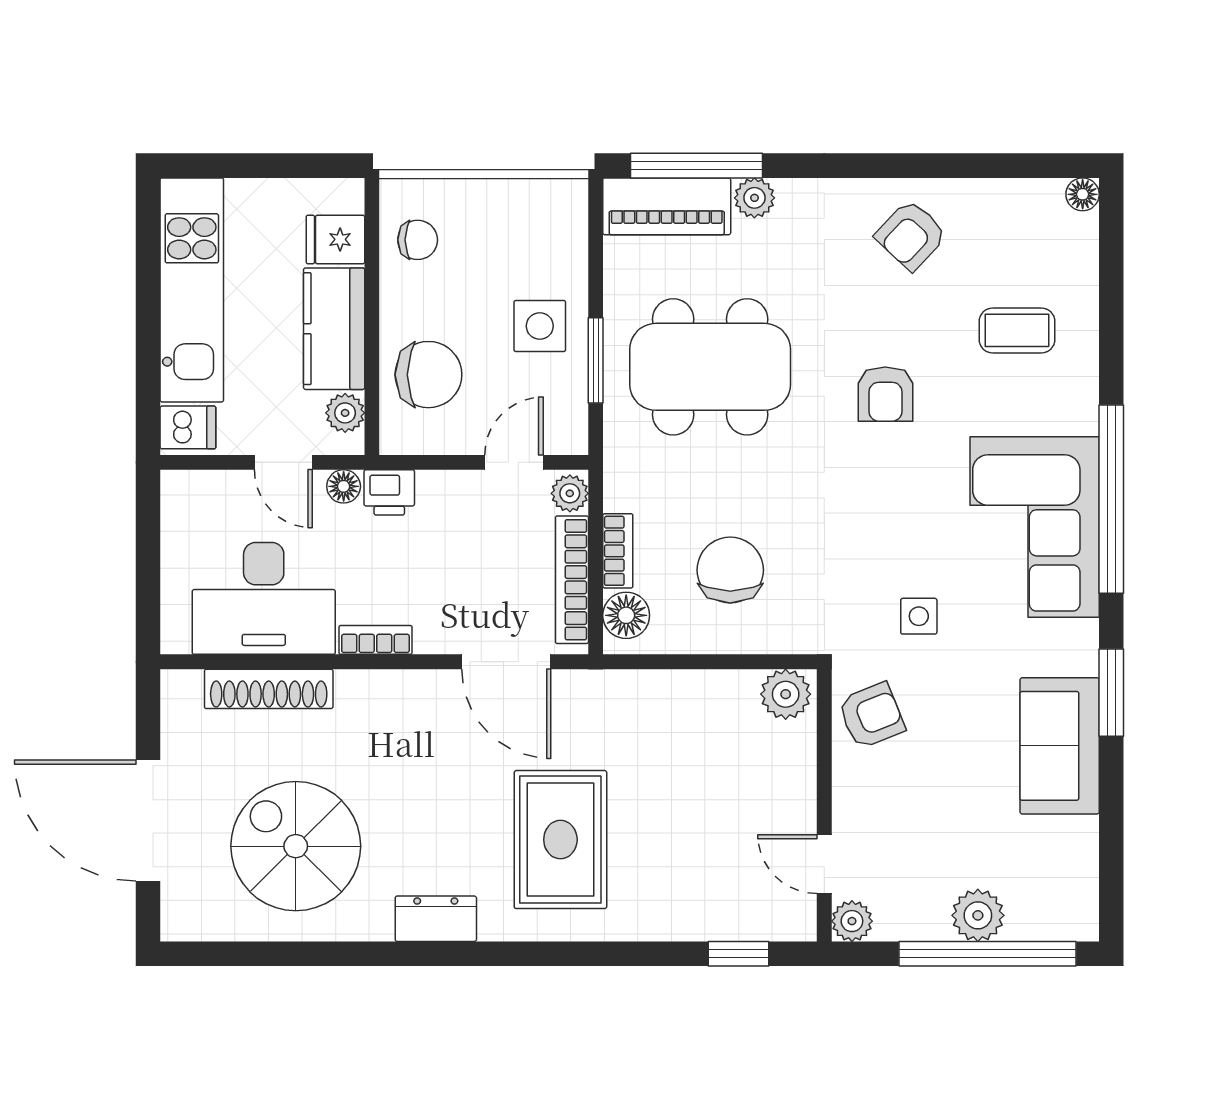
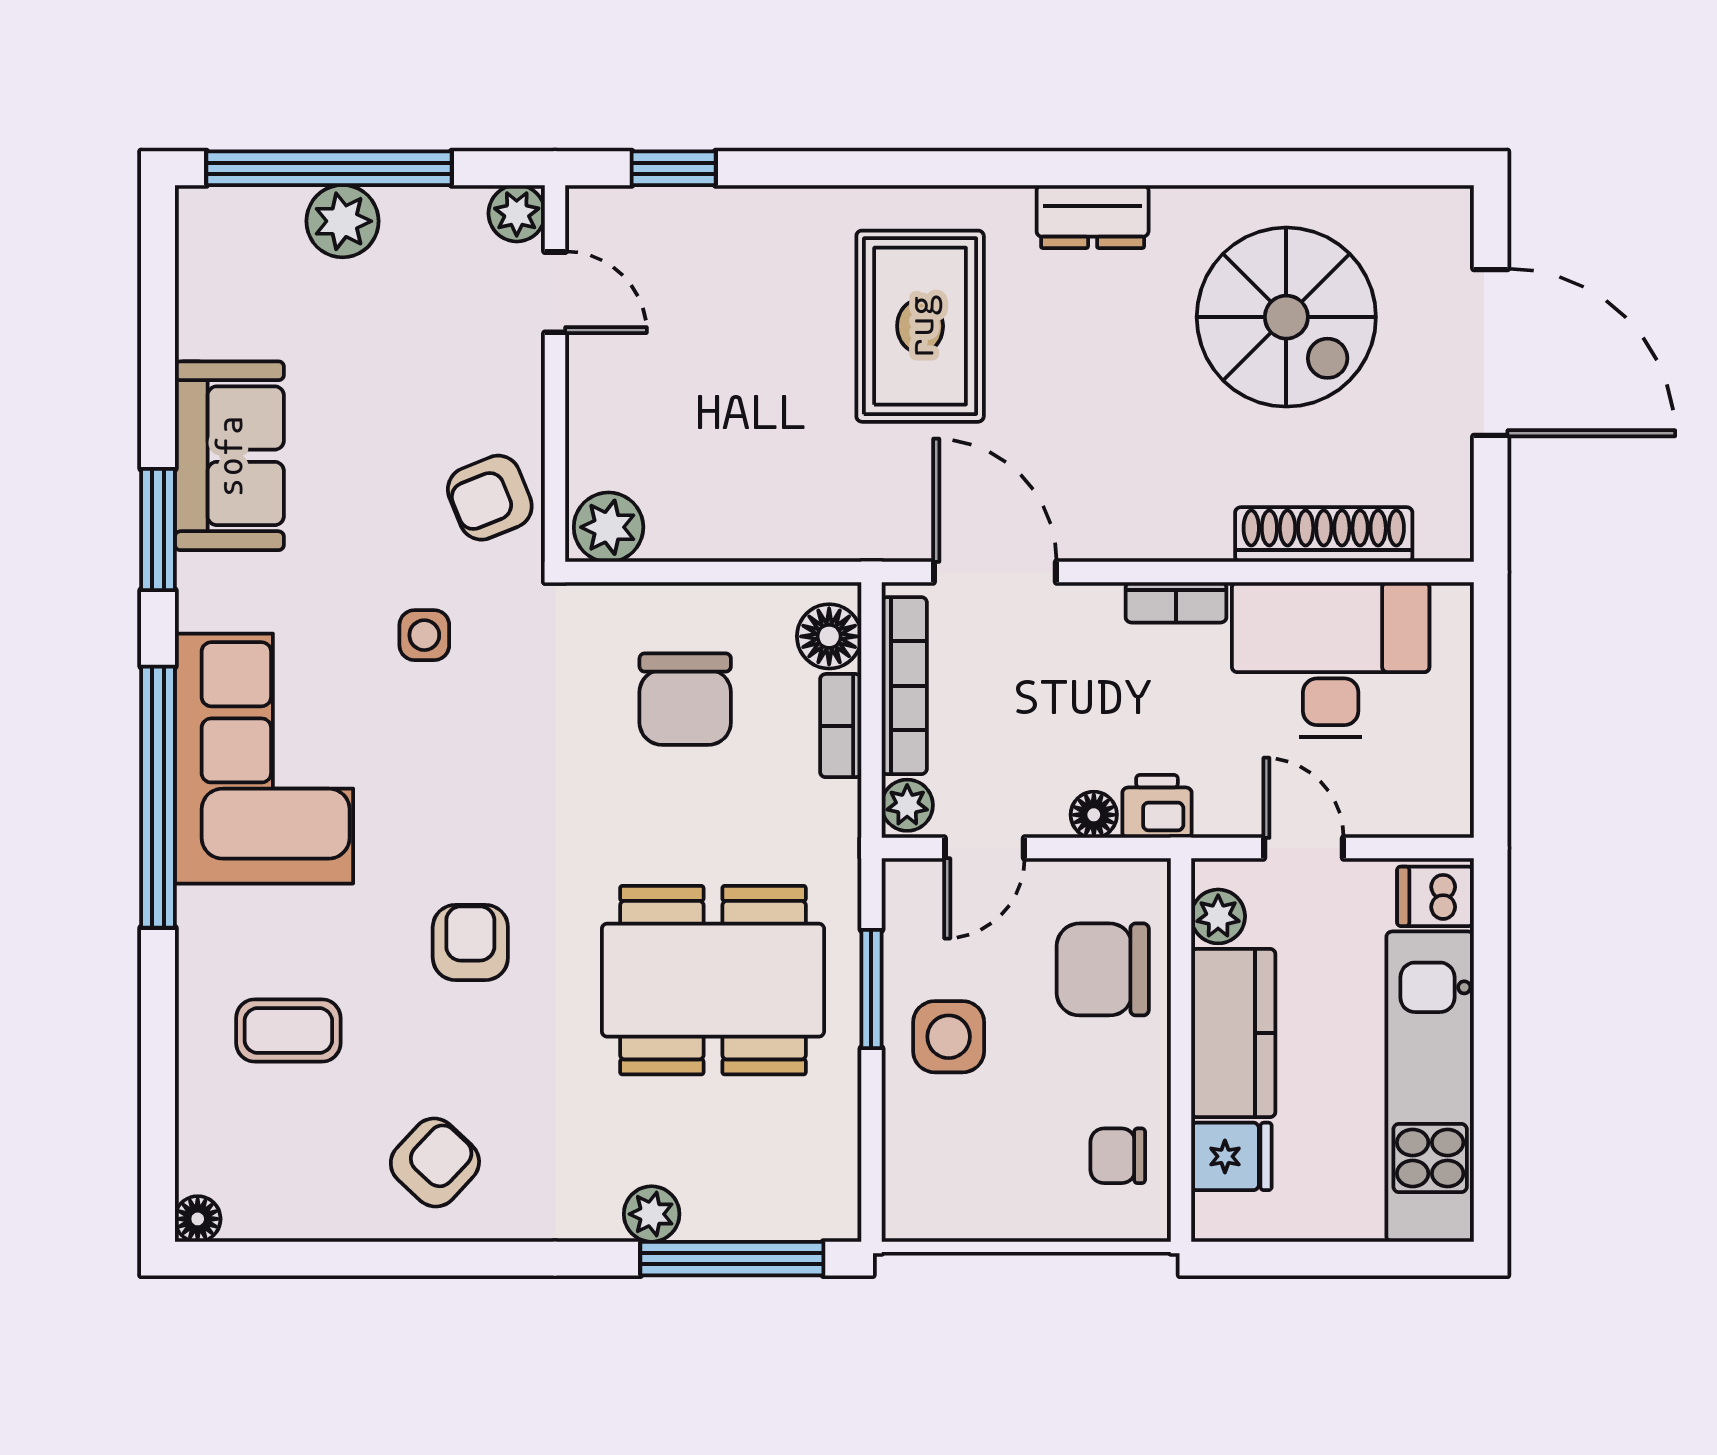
piano: (667, 206) -> (773, 1202), removed
floor lamp: (344, 486) -> (1094, 815), moved

